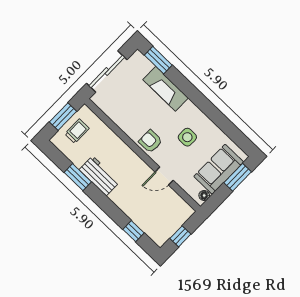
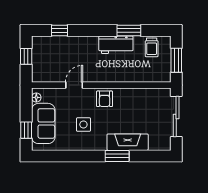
window: (158, 60) -> (117, 156), moved
trolley: (77, 131) -> (152, 47), moved
armchair: (150, 141) -> (105, 99), turned 90
window: (238, 177) -> (26, 130), width x0.67

